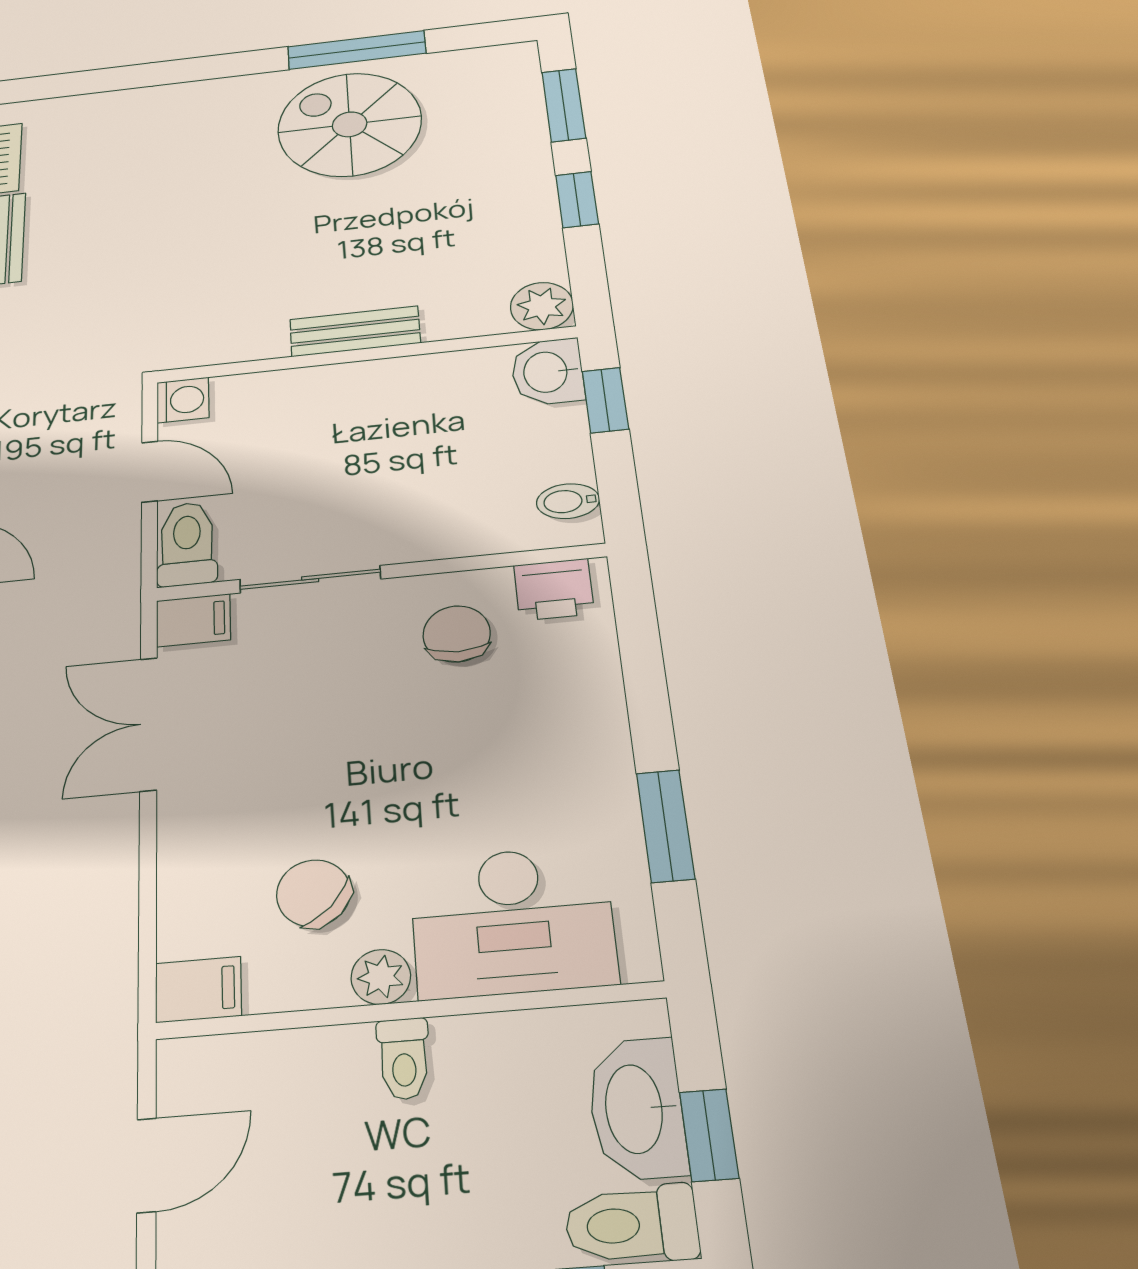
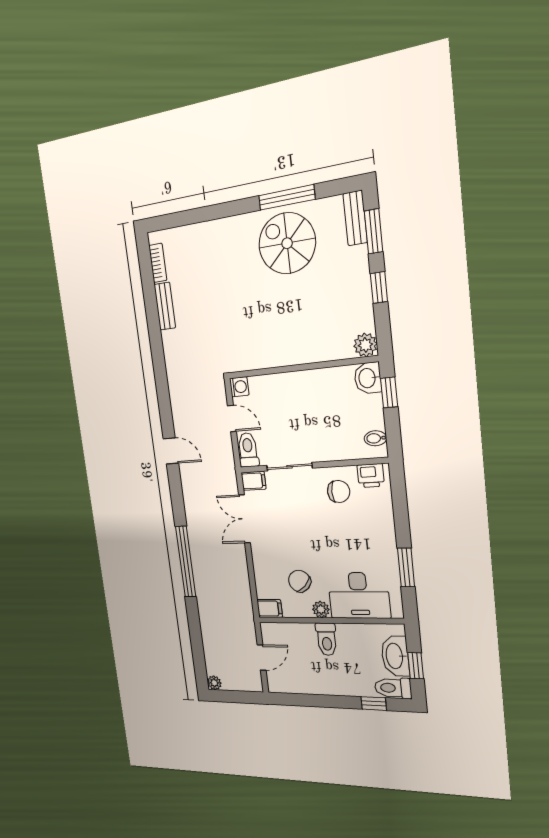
bench: (355, 331) -> (355, 218), moved, turned 90
chair: (457, 634) -> (339, 491), turned 90
toilet: (404, 1059) -> (327, 639), width x1.37, depth x1.39

